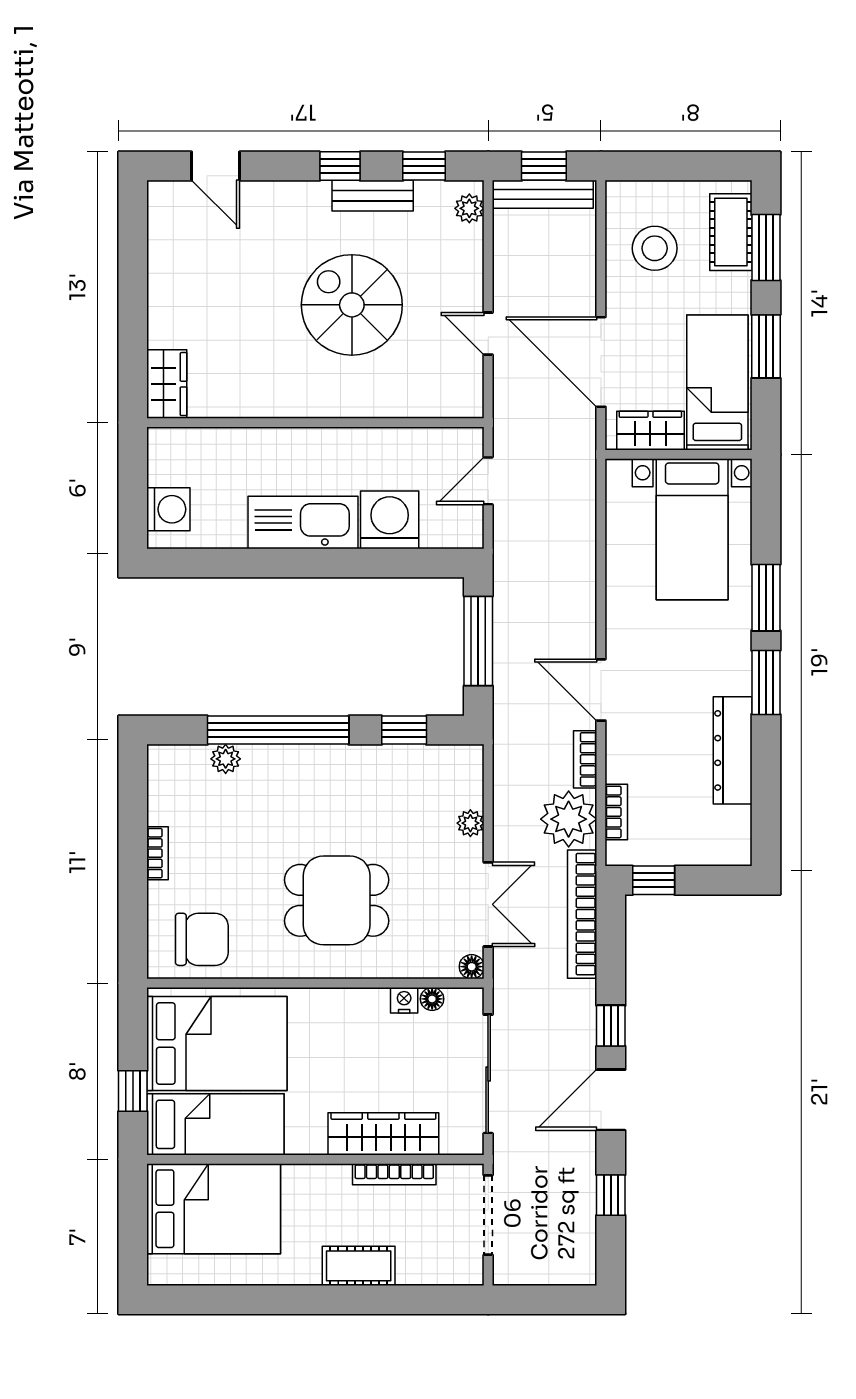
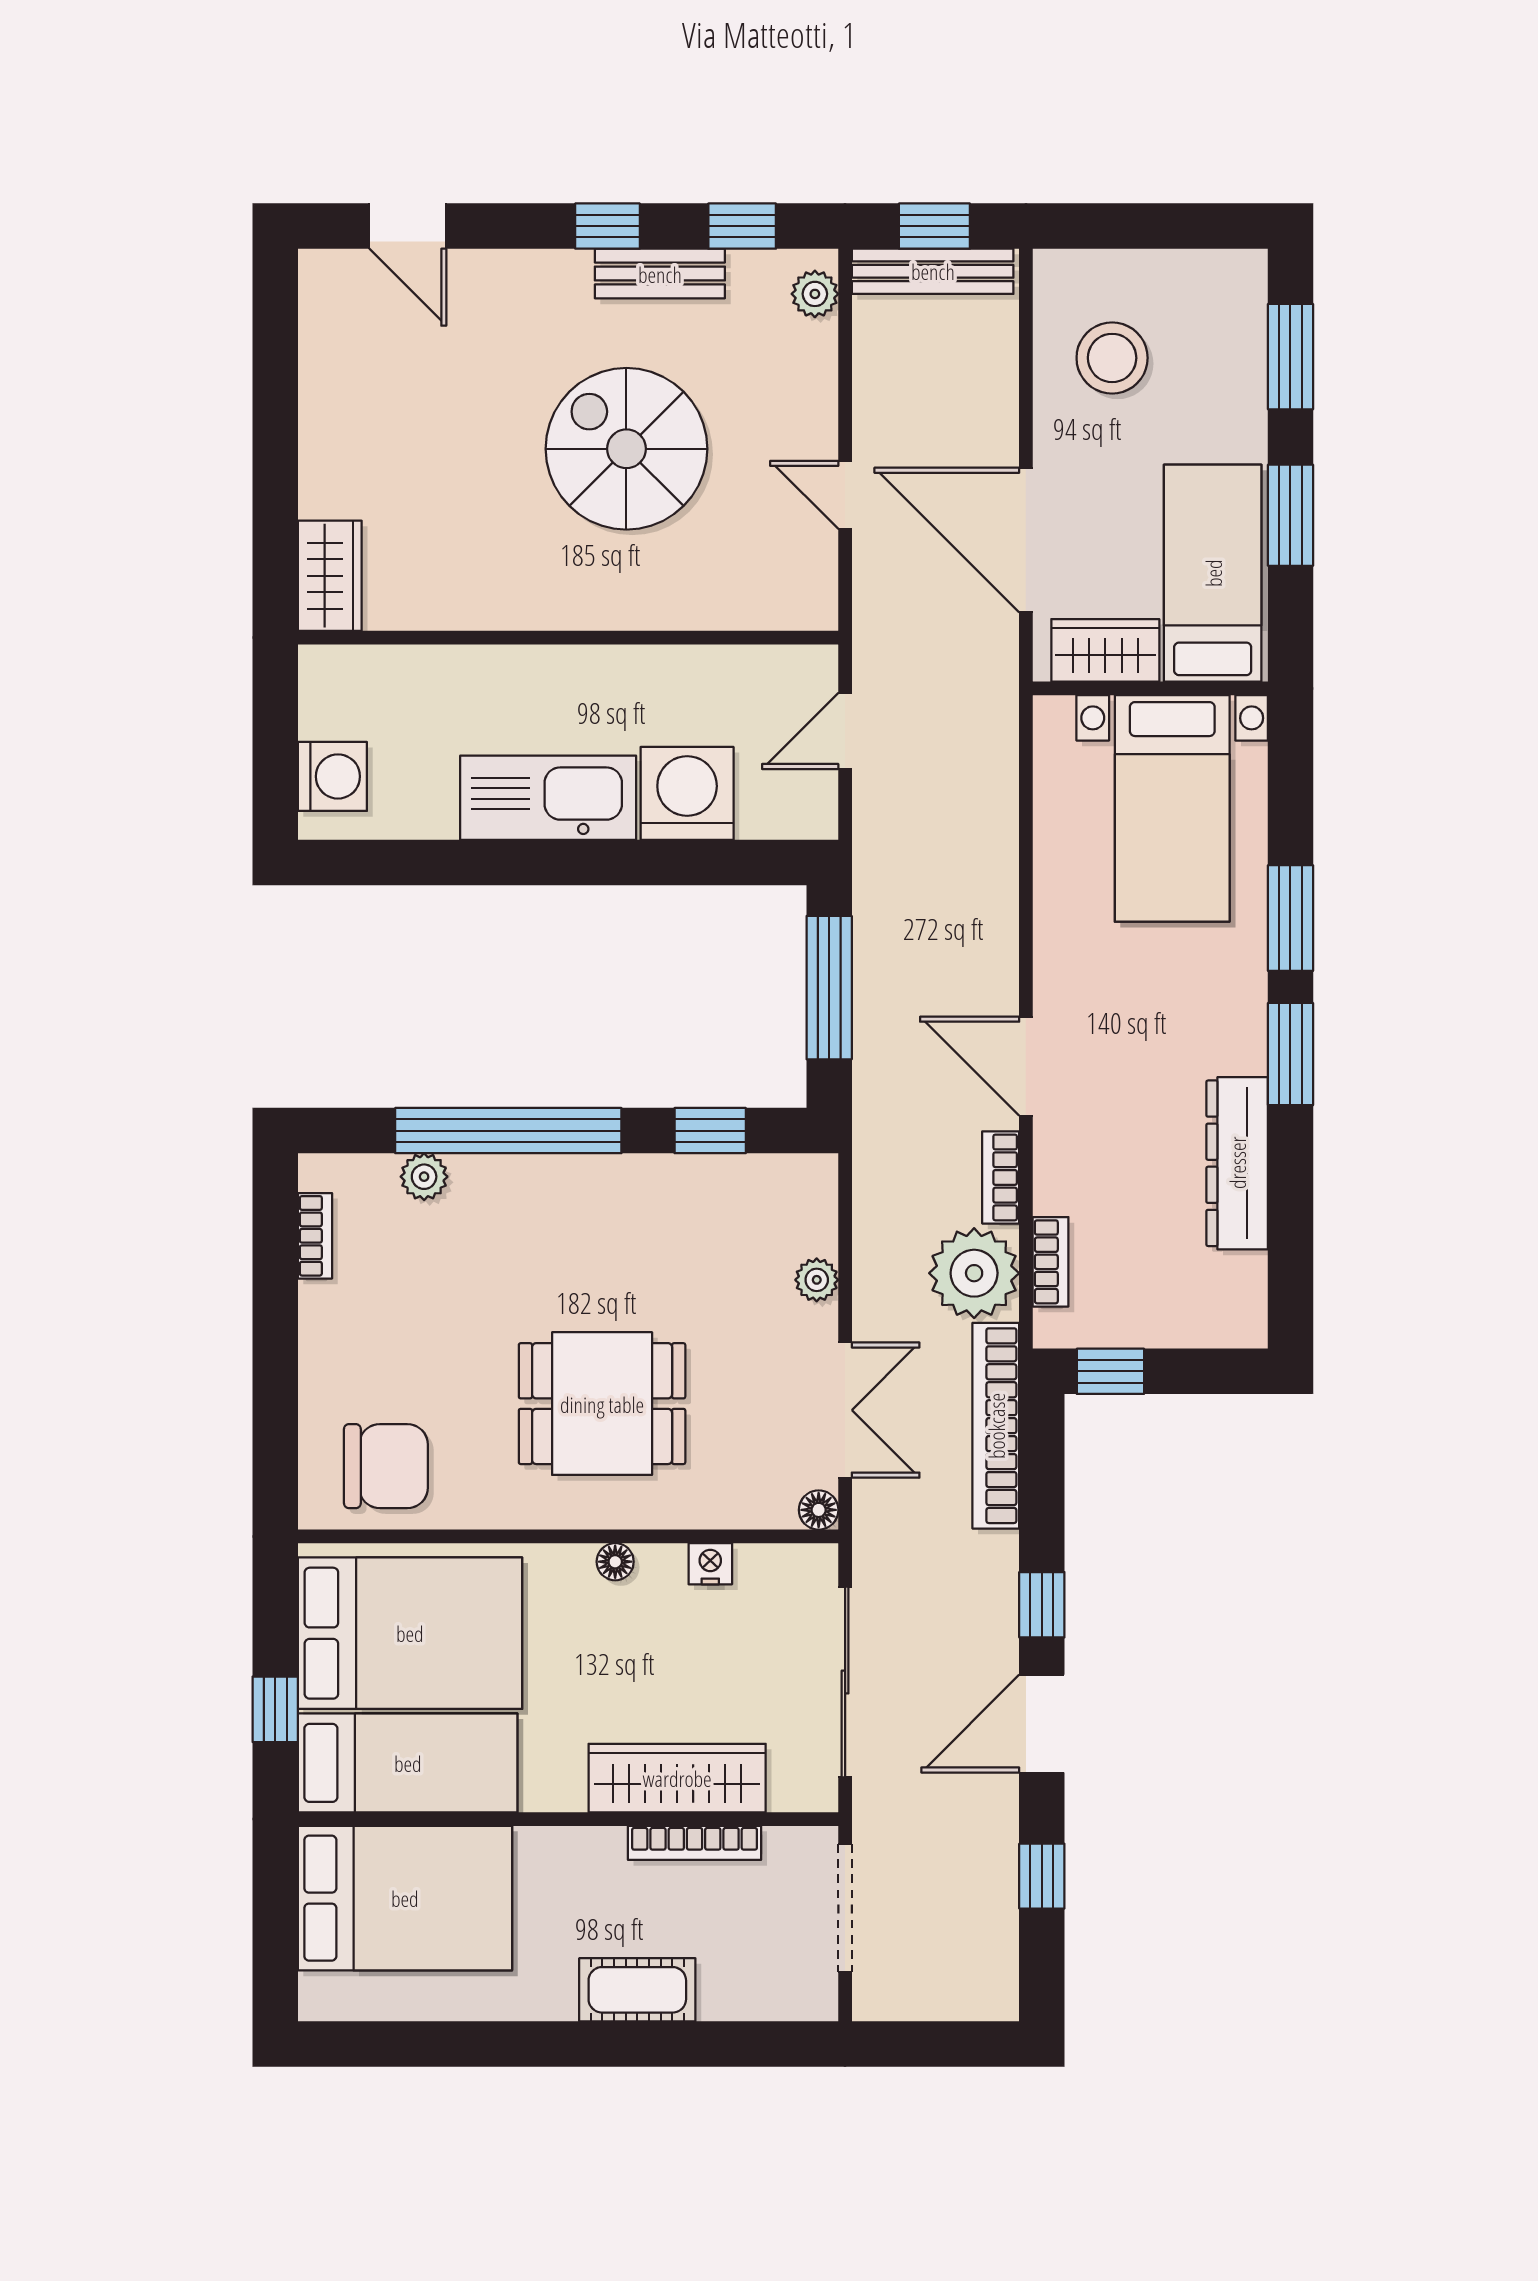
cot: (731, 232) -> (1234, 332), removed
bookcase: (158, 853) -> (315, 1236), moved
floor lamp: (432, 999) -> (615, 1562), moved

